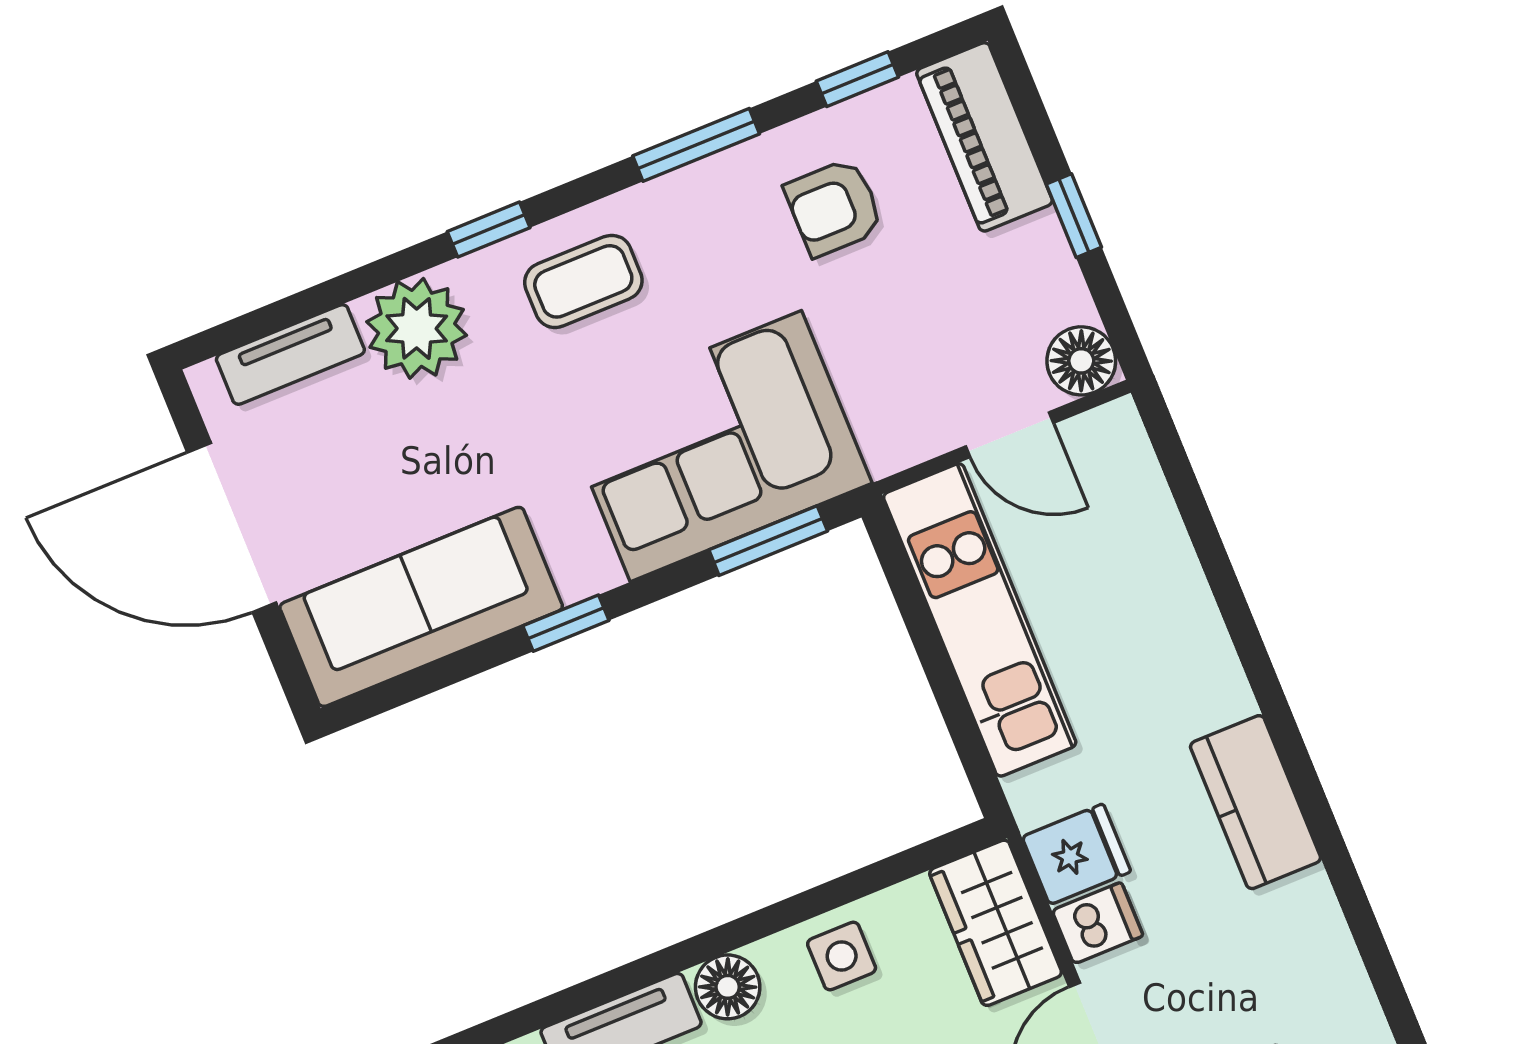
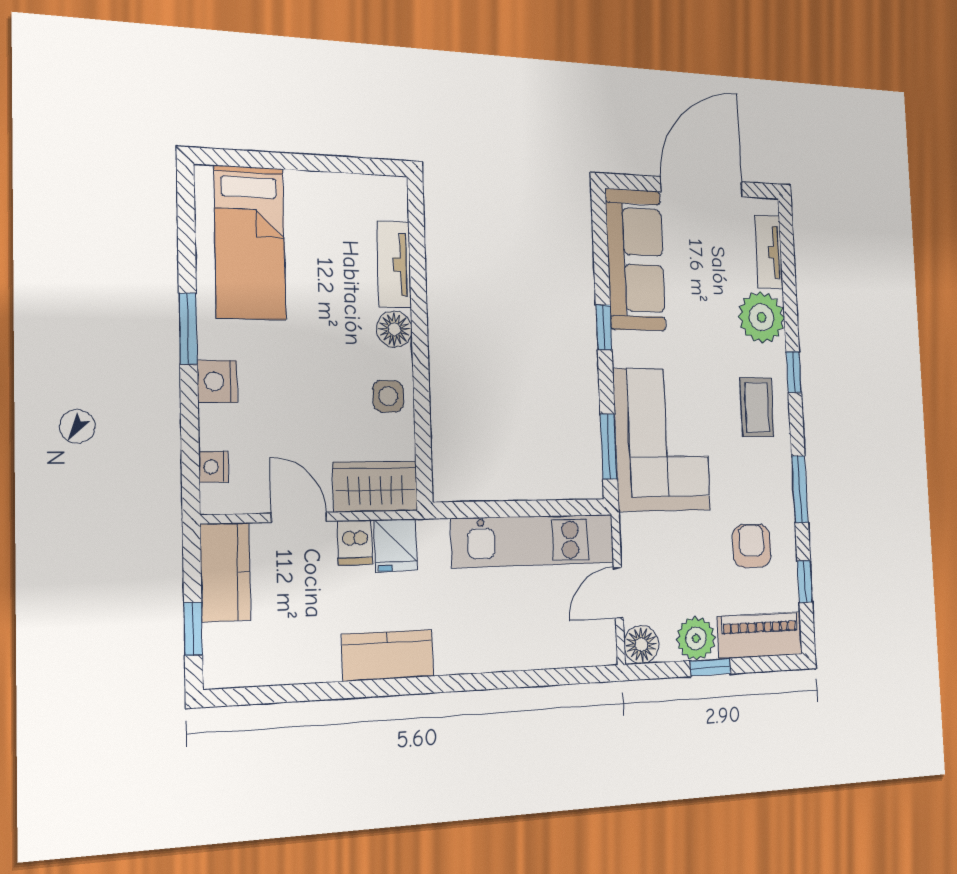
plant: (1034, 260) -> (696, 638), added

